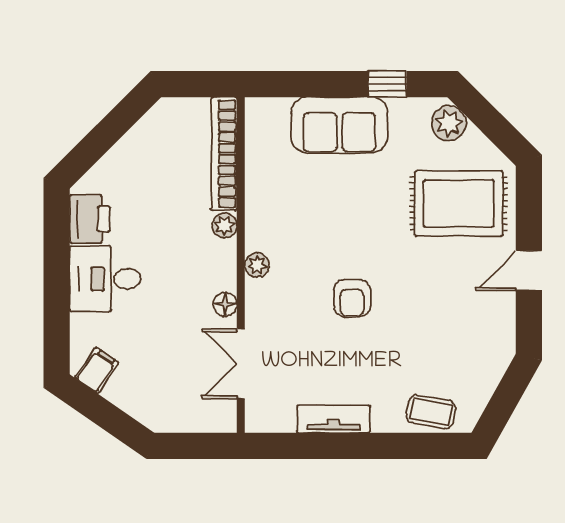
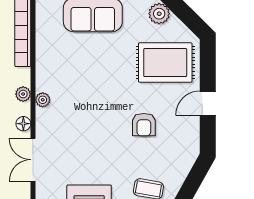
plant: (224, 225) -> (23, 94), moved
armchair: (352, 298) -> (144, 125), moved

